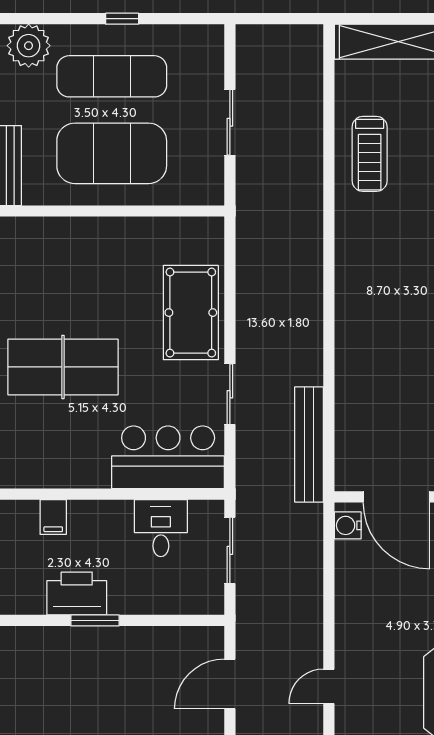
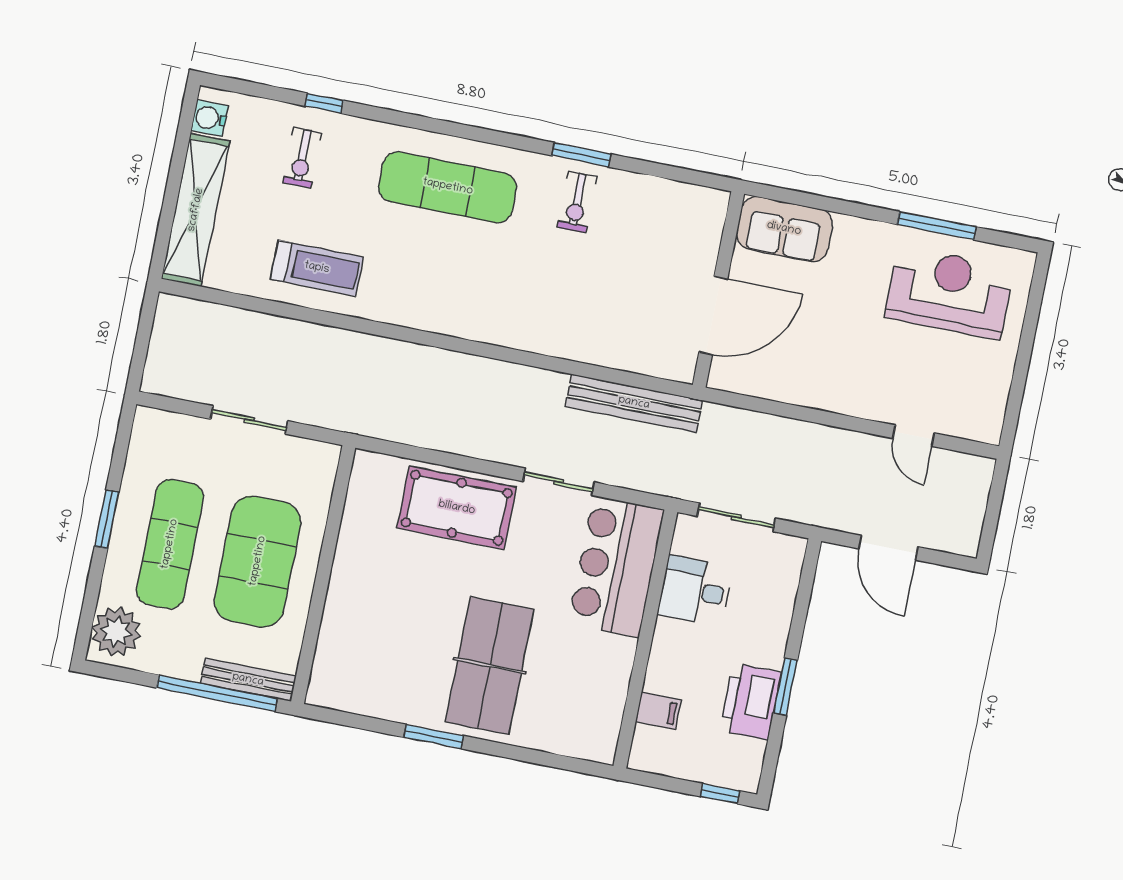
window: (122, 19) -> (107, 519), width x1.50
water cooler: (348, 525) -> (735, 378), removed

